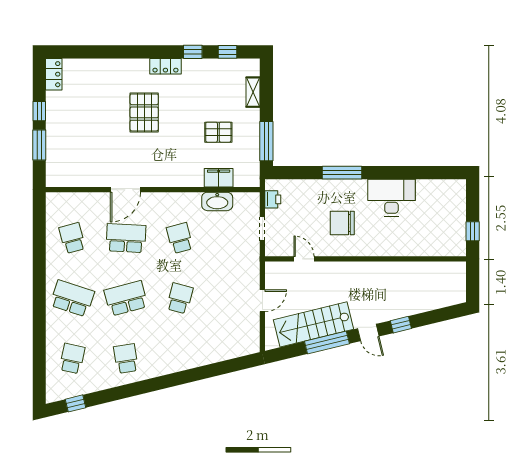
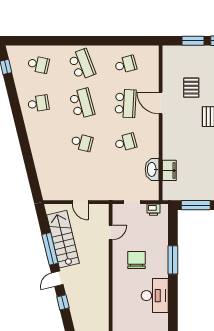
pallet: (218, 132) -> (191, 88), moved
school desk: (72, 298) -> (82, 64), turned -39

